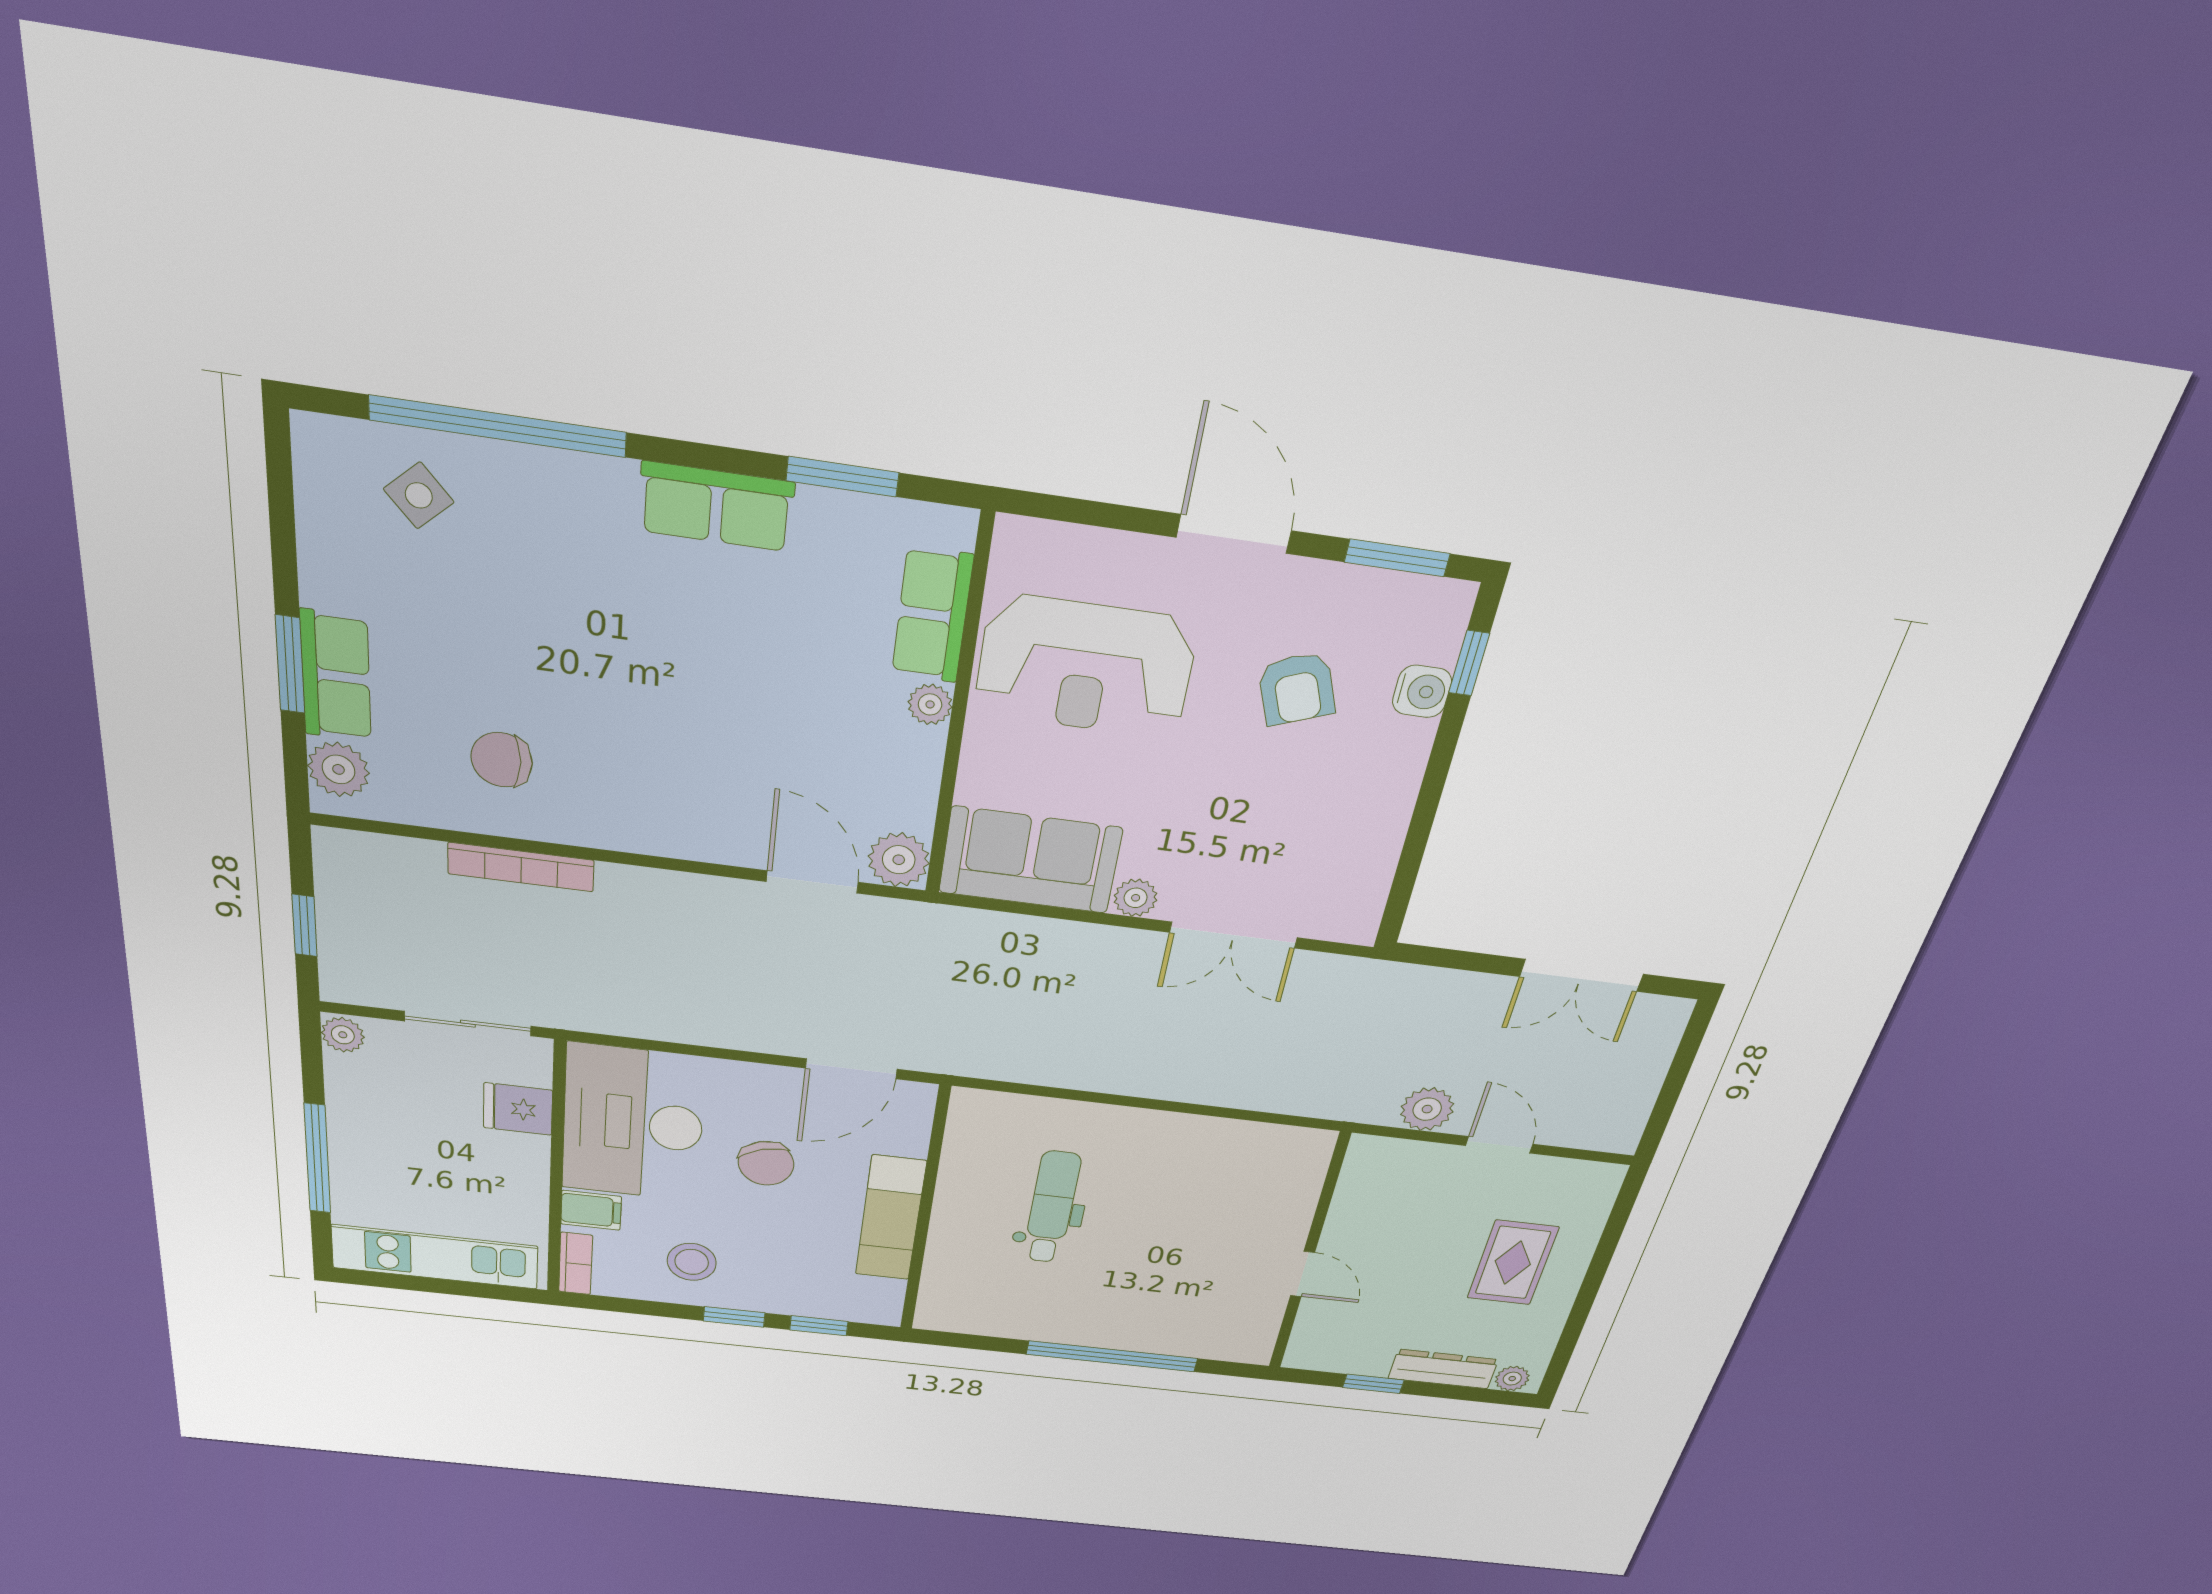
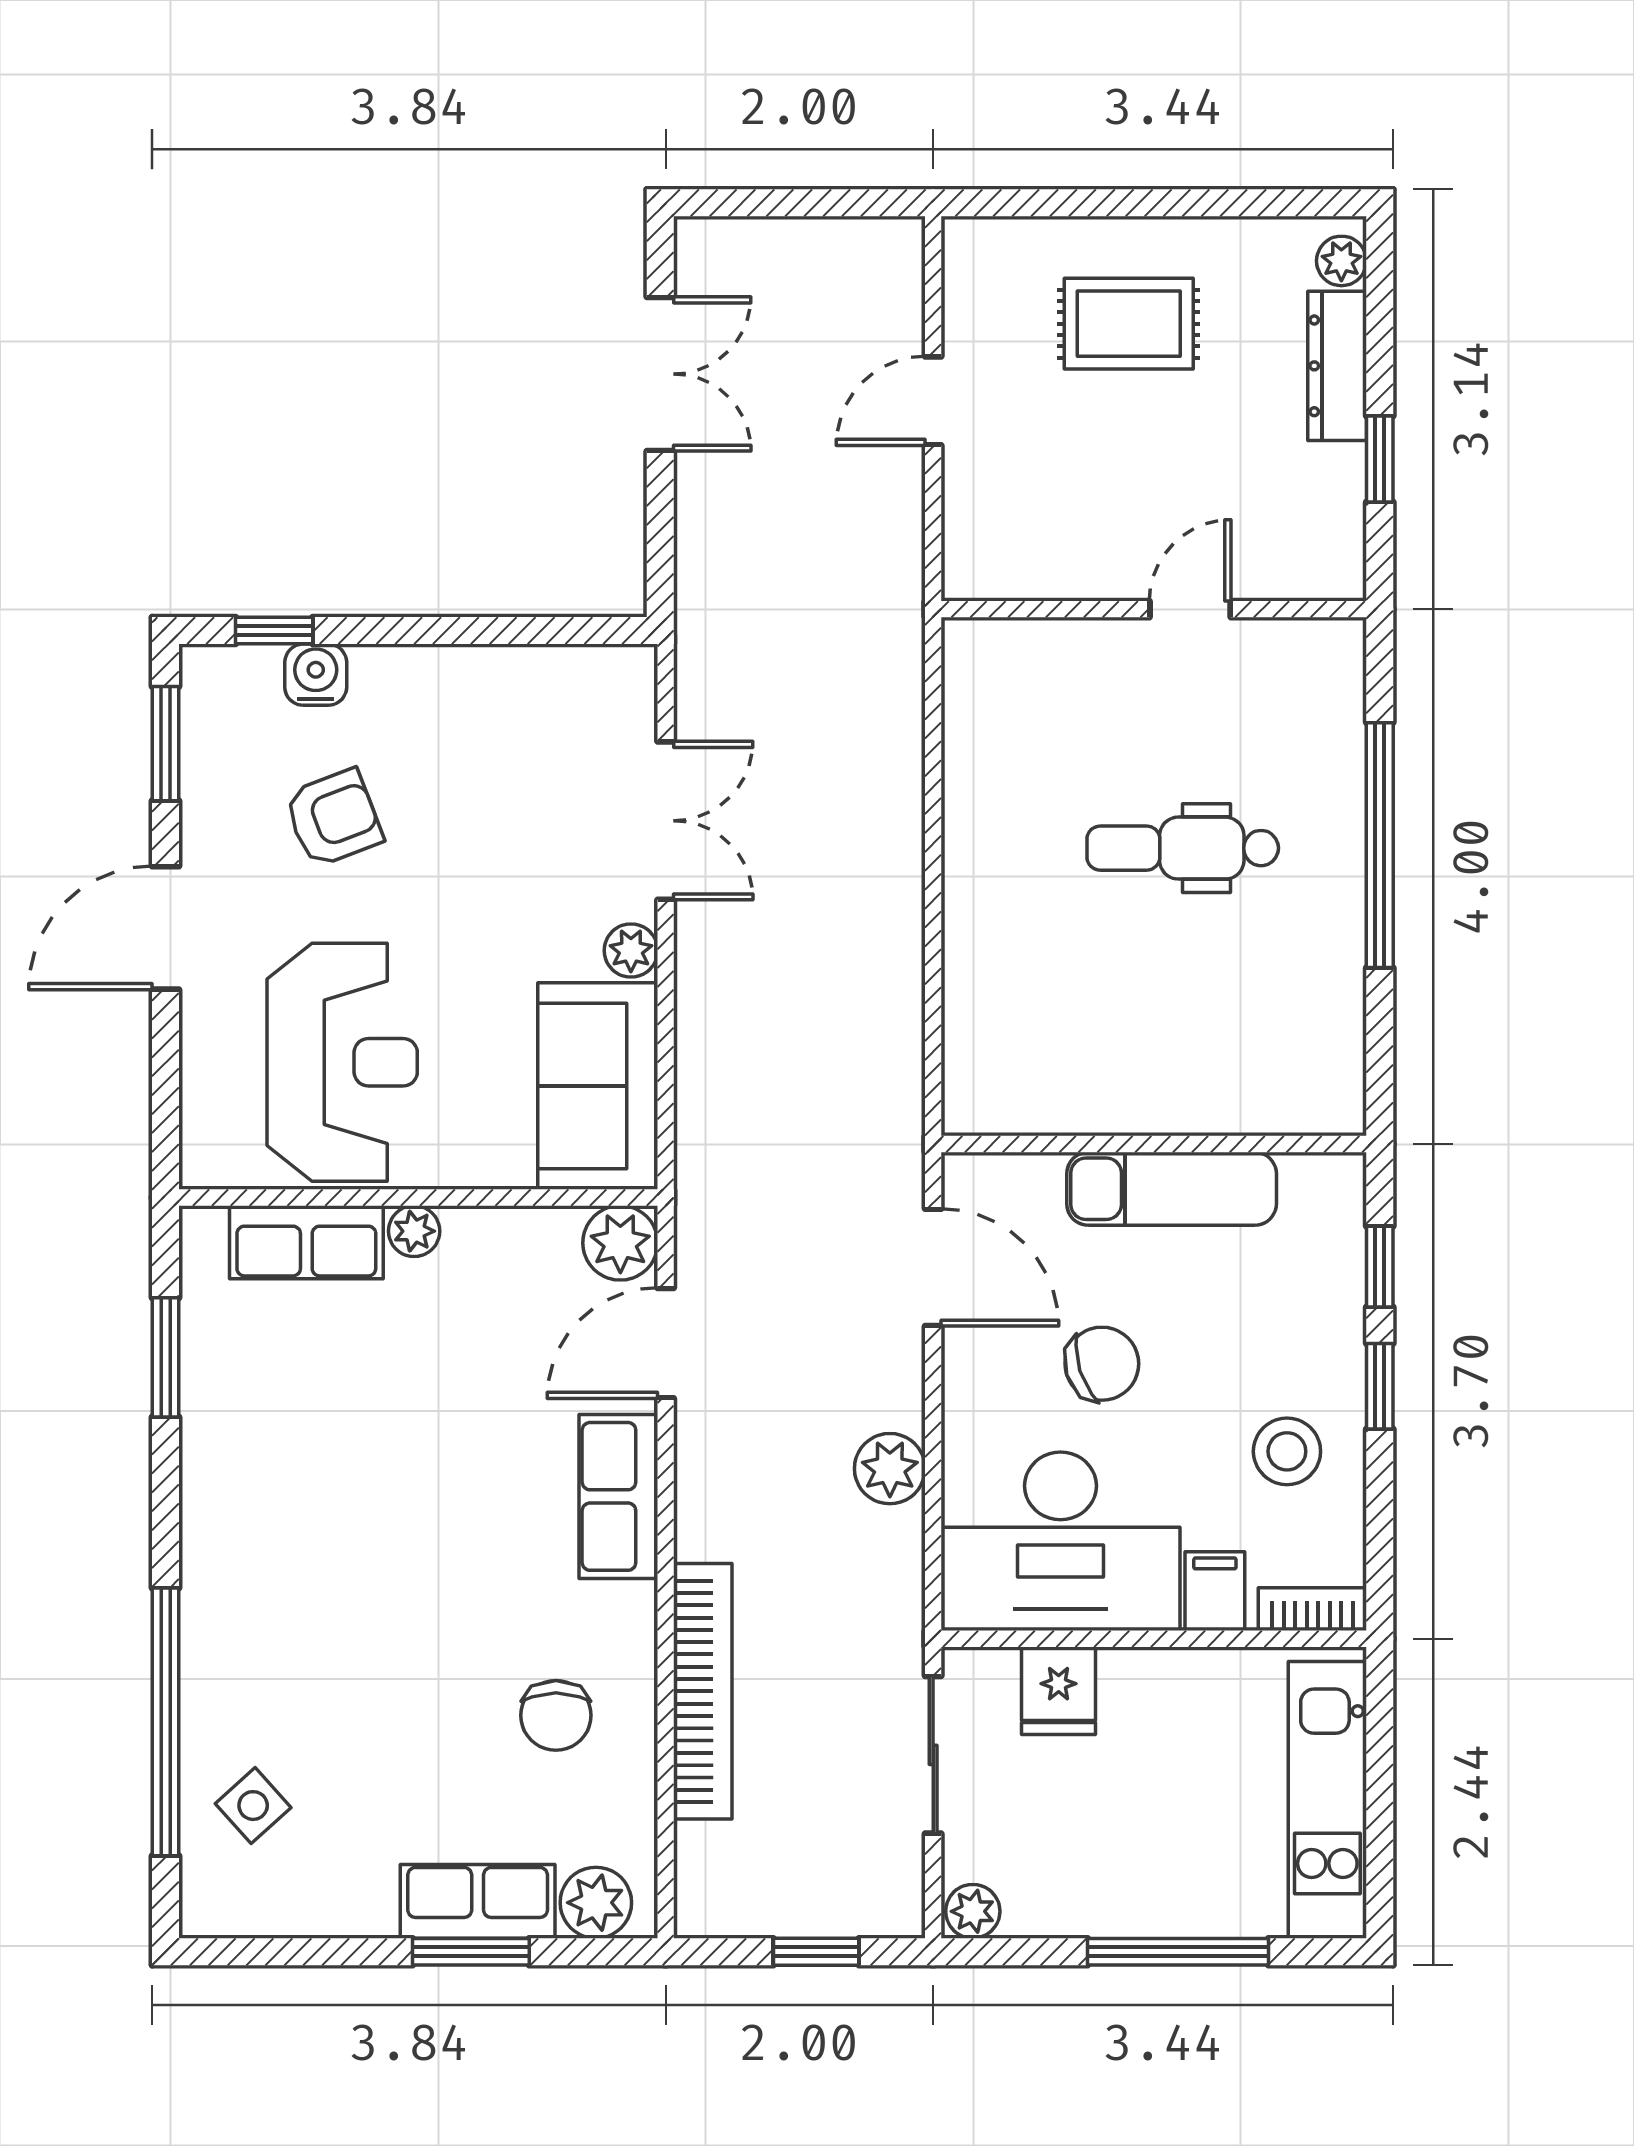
row of seats: (716, 507) -> (618, 1496), moved, turned 180
bookcase: (521, 867) -> (703, 1691), width x1.48, depth x1.31
plant: (1427, 1109) -> (890, 1469), moved
dental chair: (1052, 1207) -> (1183, 848), moved

